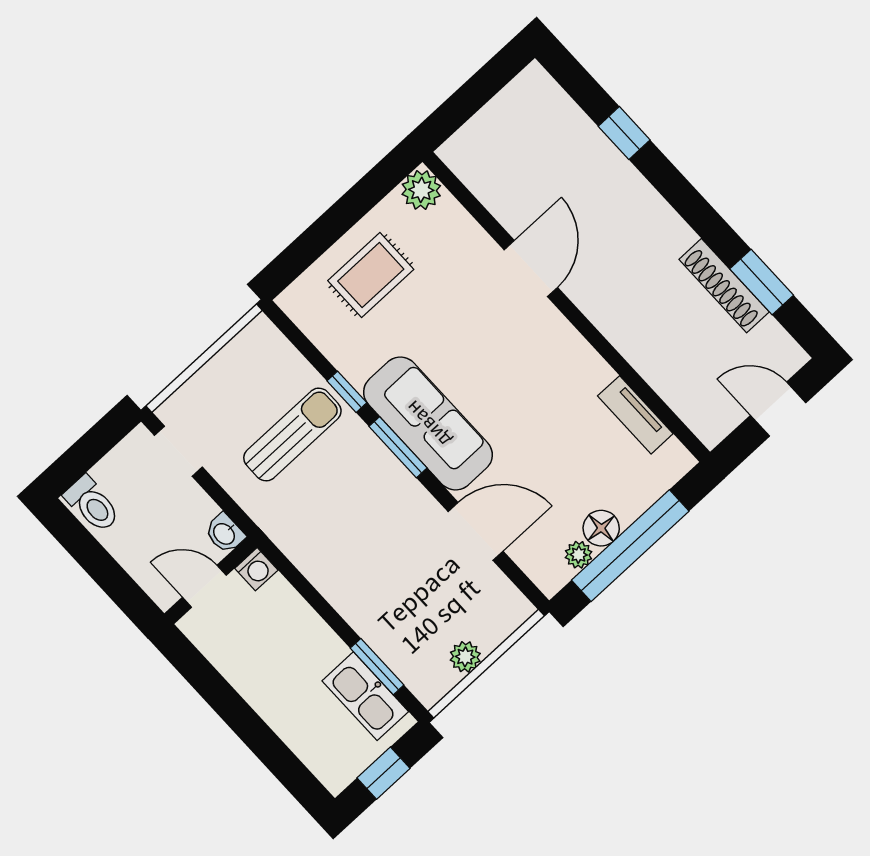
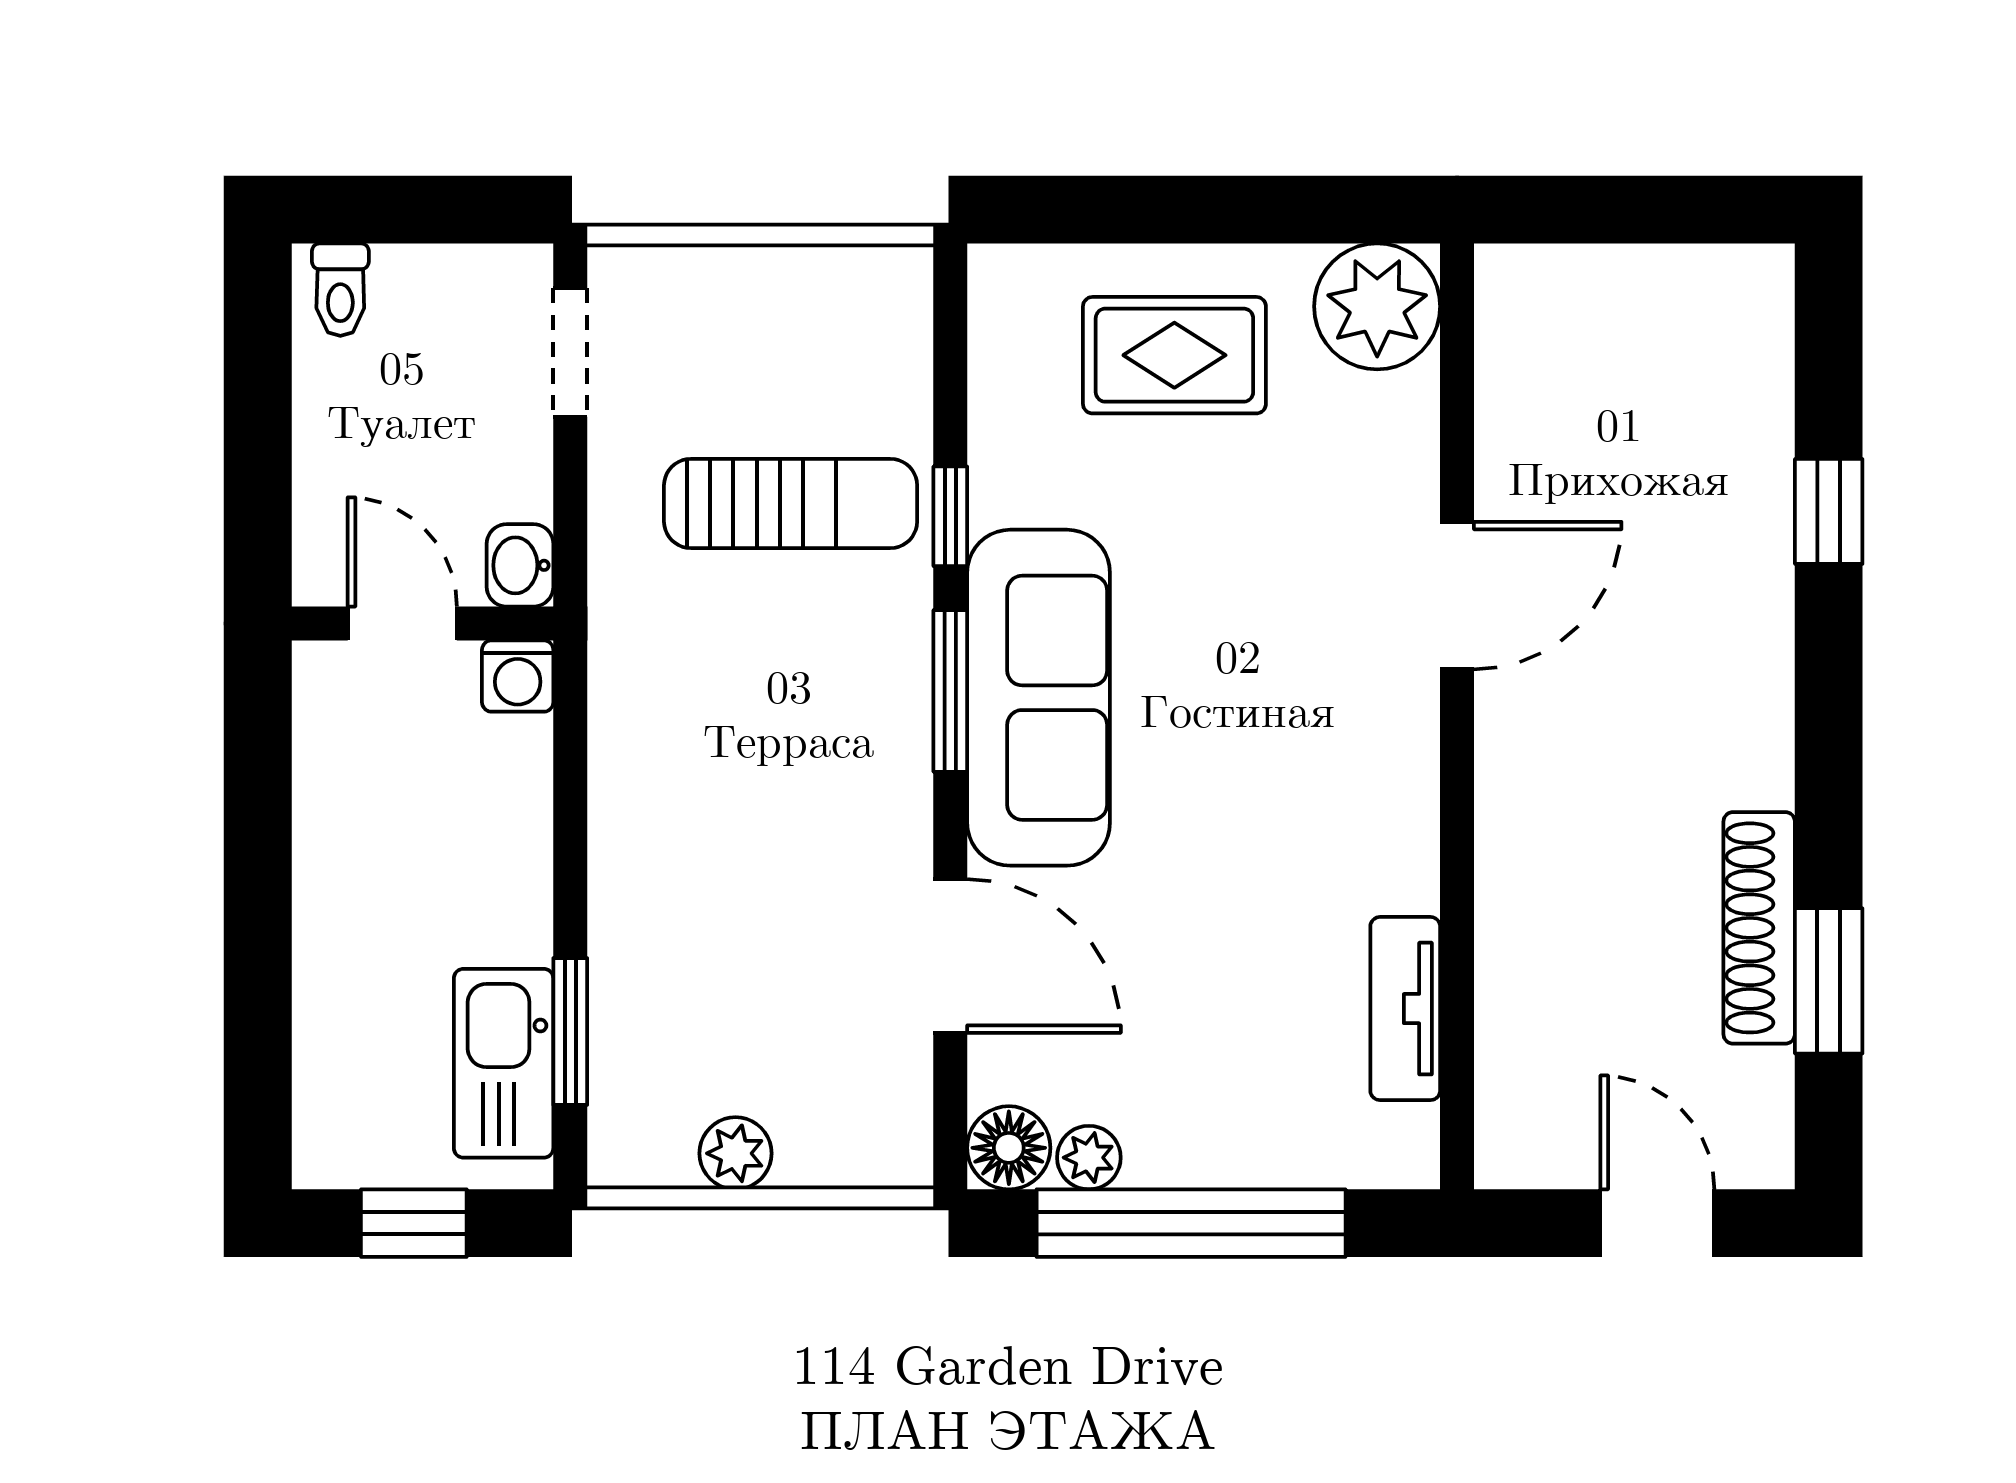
plant: (421, 190) -> (1377, 306), width x1.36, depth x1.36
toilet: (92, 504) -> (340, 290), width x0.73, depth x0.72
floor lamp: (601, 528) -> (1009, 1148), moved

